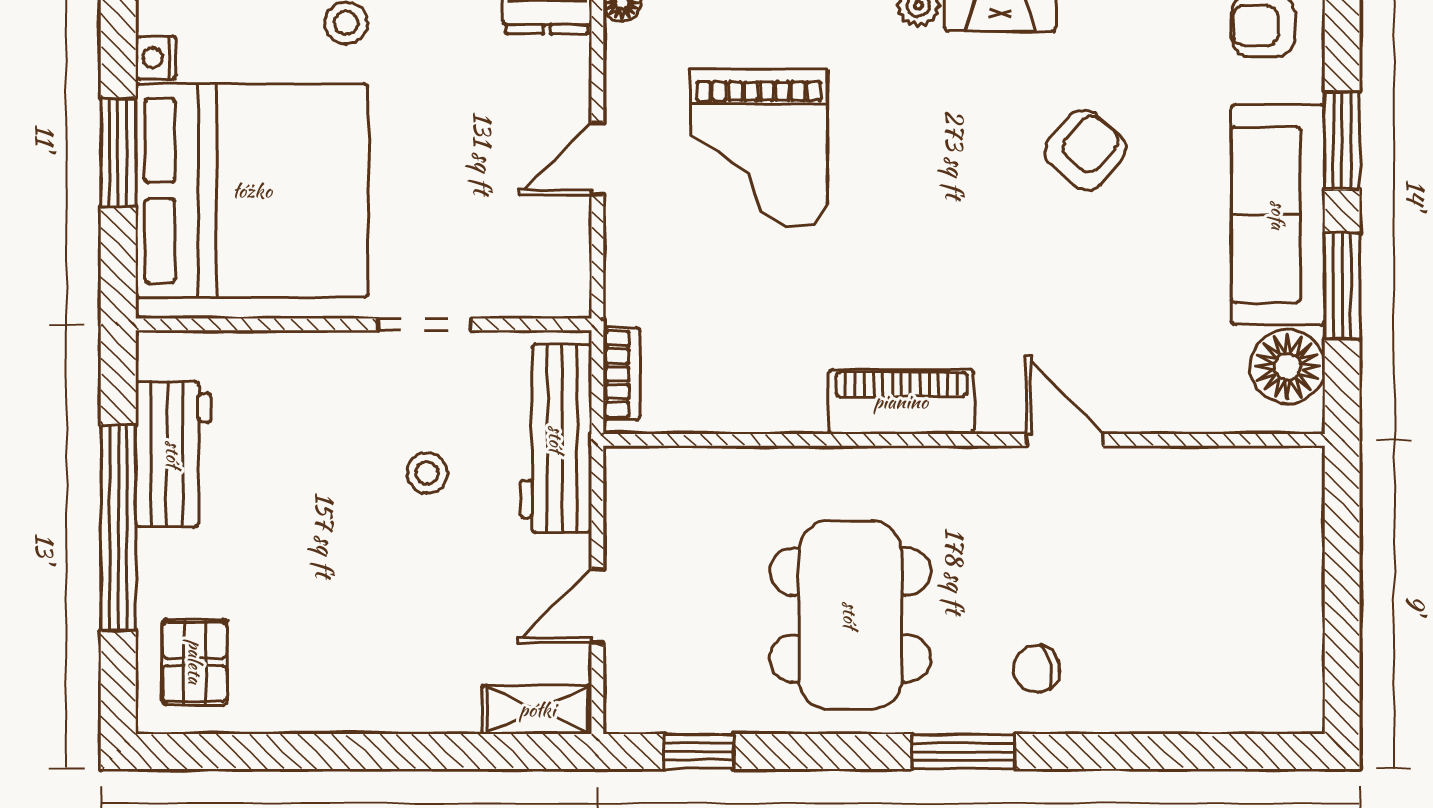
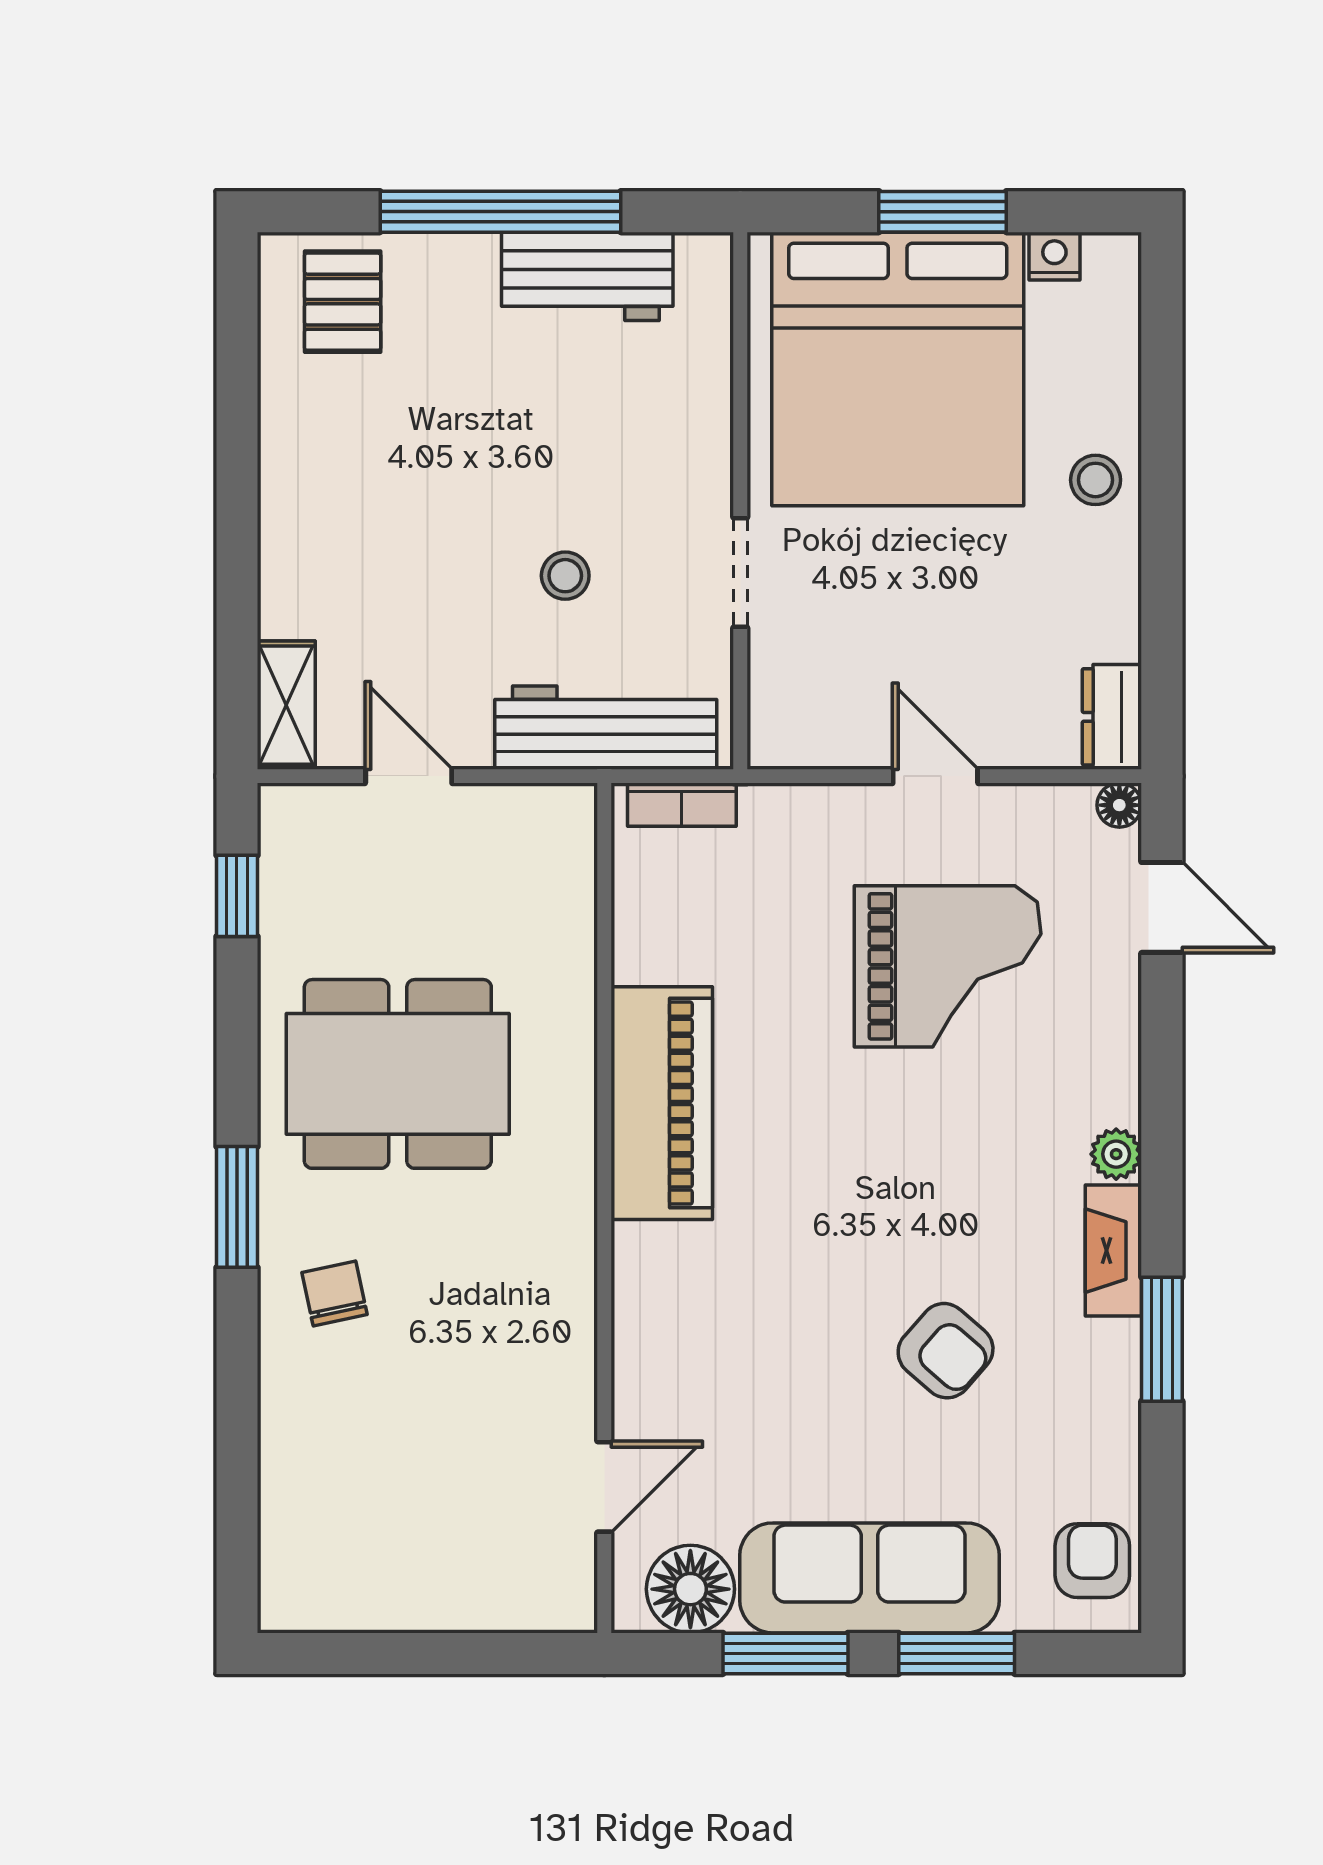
grand piano: (759, 148) -> (948, 966), turned 180
piano: (901, 402) -> (662, 1103), width x1.37, depth x1.33
door: (1065, 440) -> (604, 1487), moved
pallet: (195, 662) -> (343, 302), turned 90

